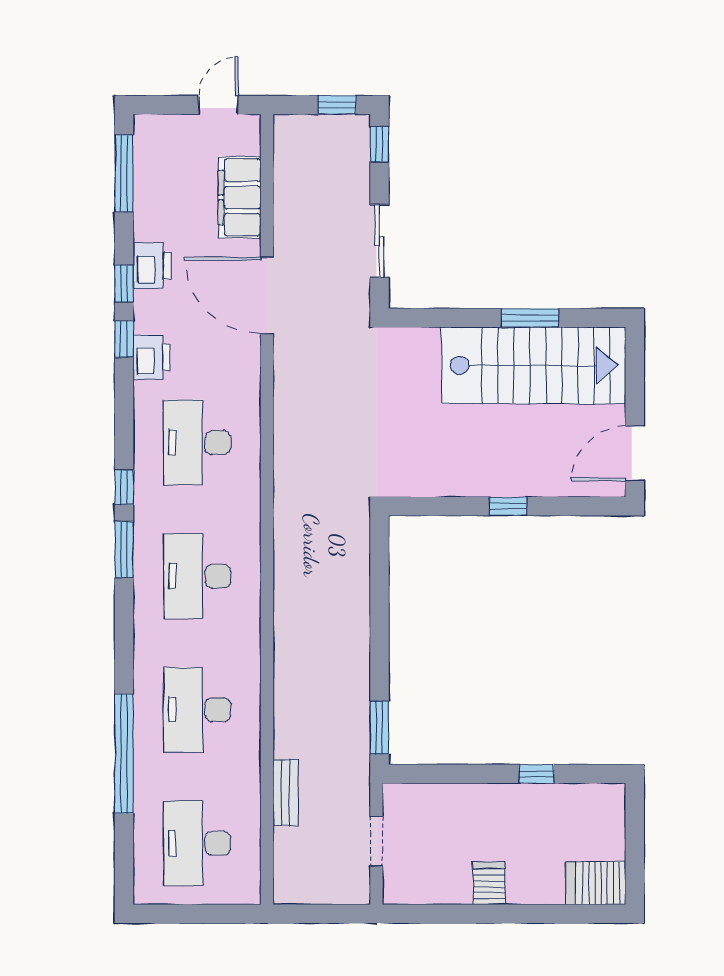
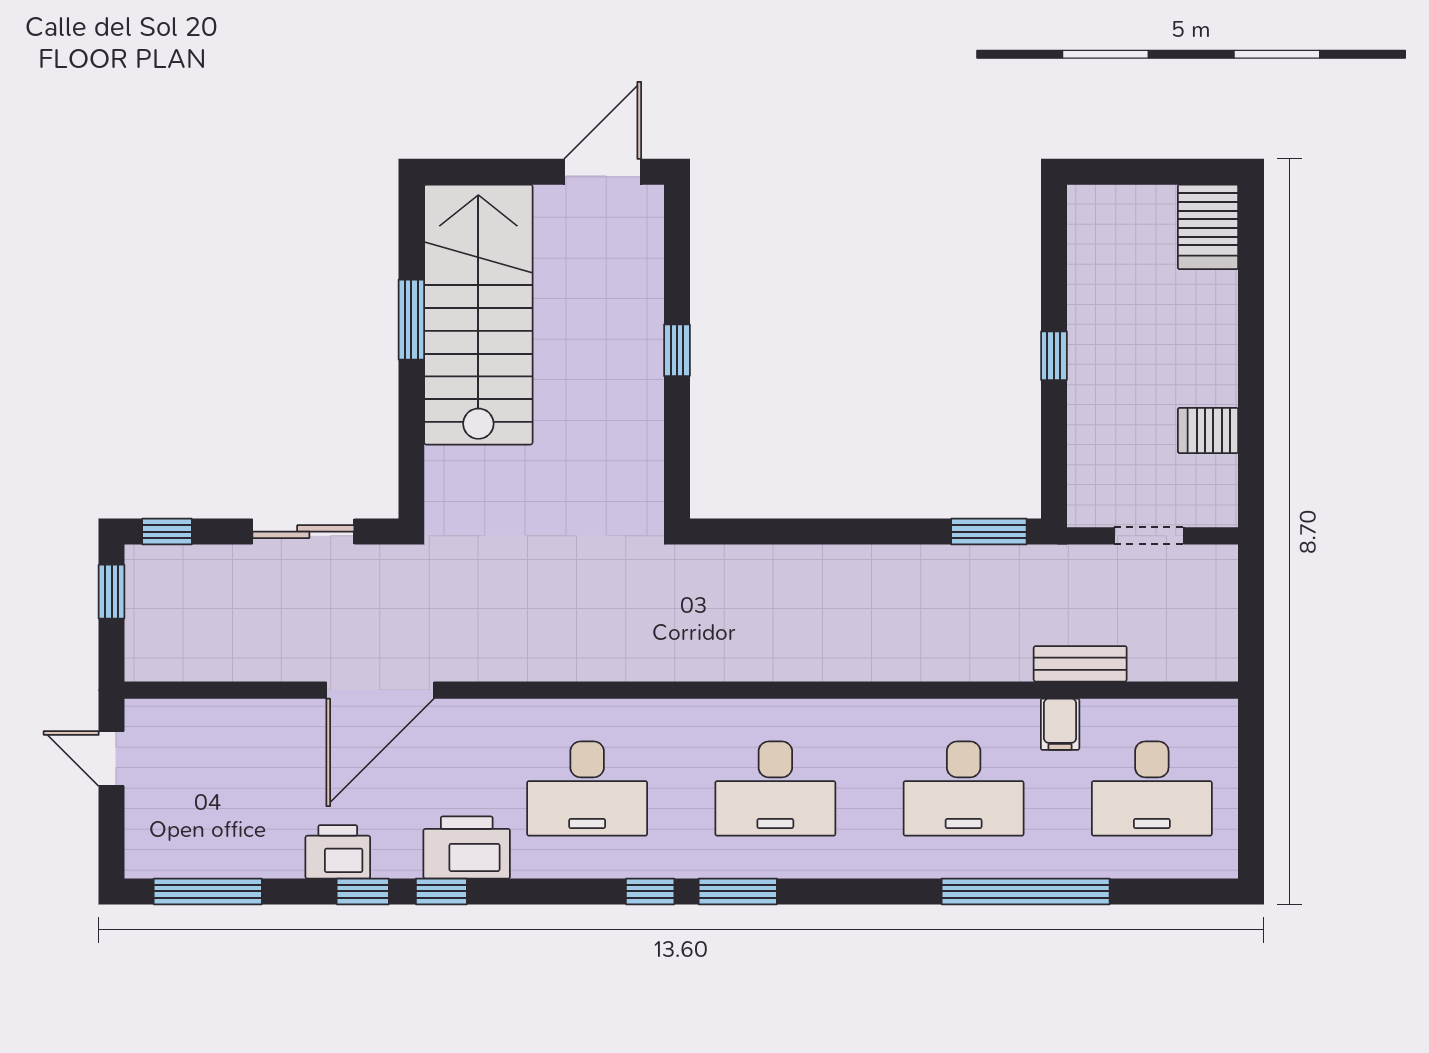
filing cabinet: (240, 197) -> (1060, 724), moved, width x0.33, depth x0.86
printer: (152, 357) -> (467, 847), width x1.37, depth x1.19
door: (635, 454) -> (603, 172), swing flipped
window: (537, 774) -> (1054, 356), moved
server rack: (489, 883) -> (1208, 430), moved

